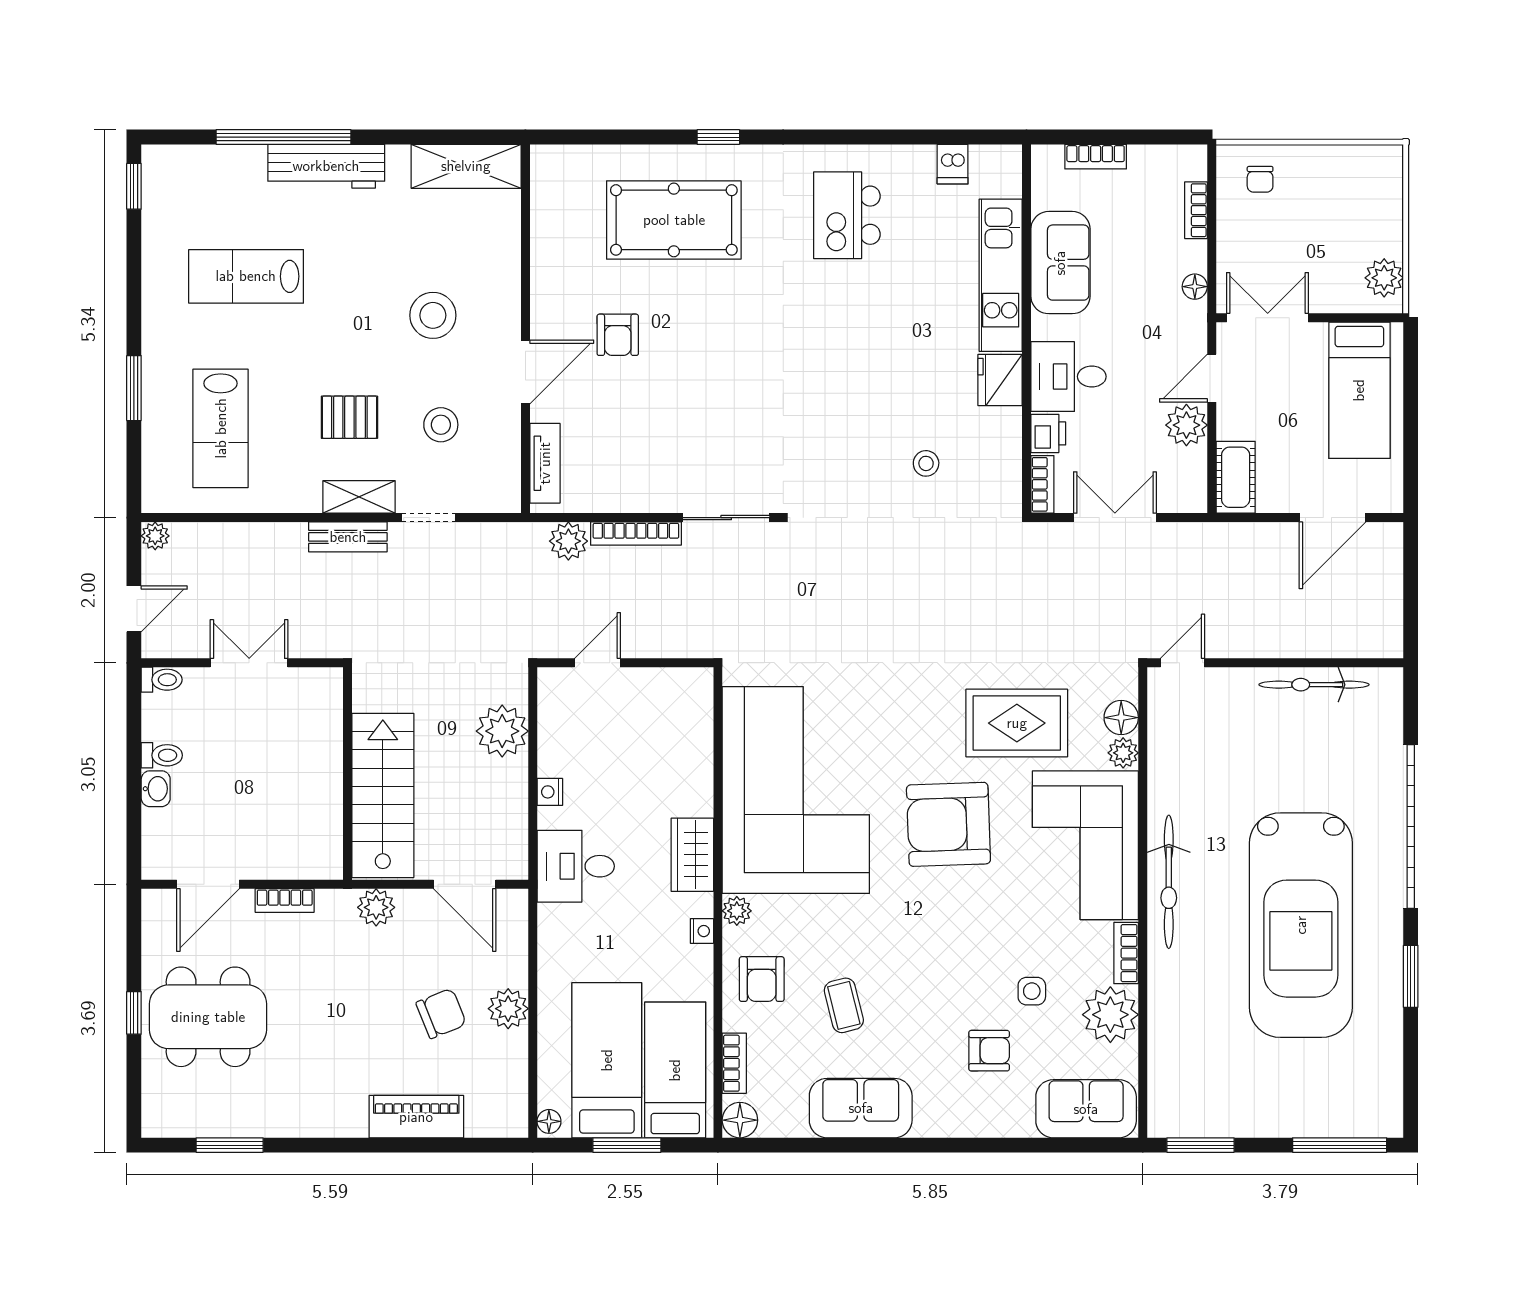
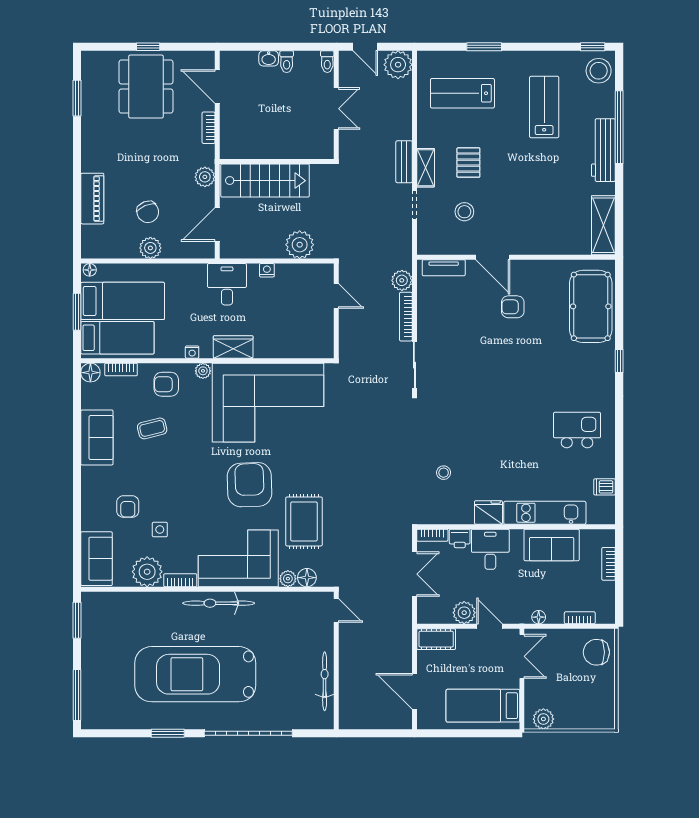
chair: (1260, 179) -> (596, 652), width x1.87, depth x1.87
pool table: (674, 220) -> (591, 306), moved
stool: (433, 315) -> (599, 71), moved
plant: (155, 536) -> (398, 65), width x1.88, depth x1.88

